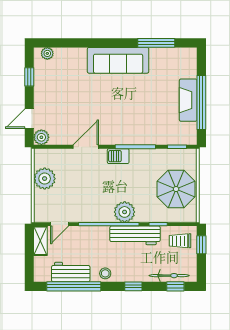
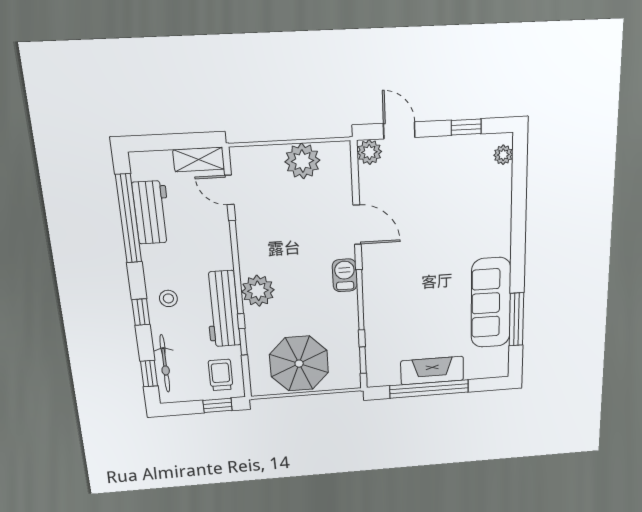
sofa: (118, 60) -> (491, 303), moved
stool: (105, 273) -> (168, 298), moved

